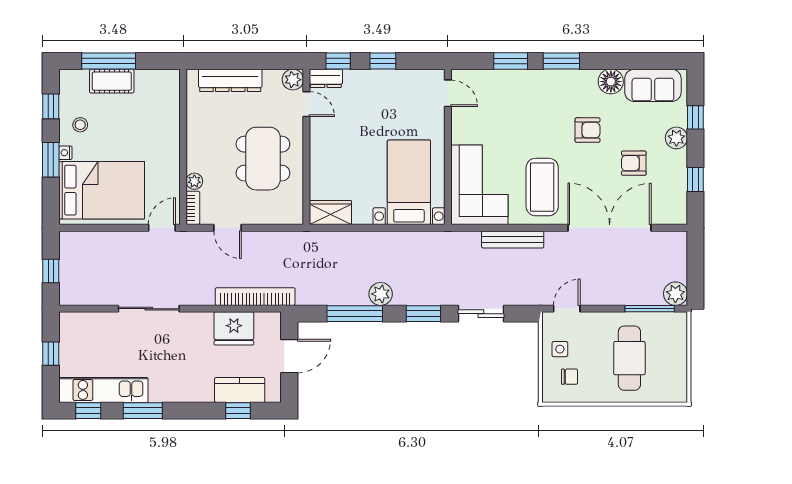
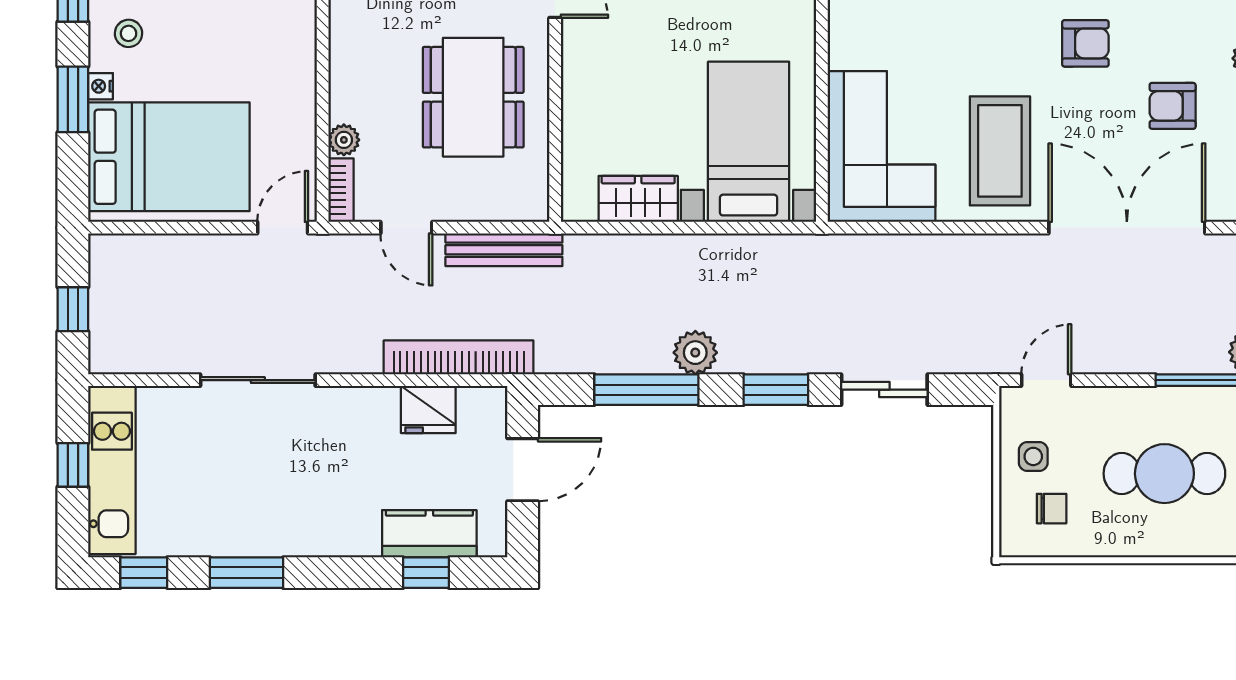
wardrobe: (330, 213) -> (638, 199), moved
bench: (513, 239) -> (504, 250), moved
fridge: (234, 328) -> (428, 409), width x0.73, depth x0.75
cafe table: (629, 358) -> (1164, 474), turned 90
kitchen unit: (103, 390) -> (112, 470), moved, turned 90

